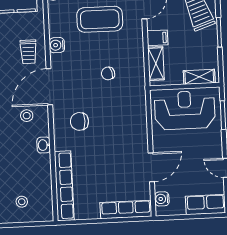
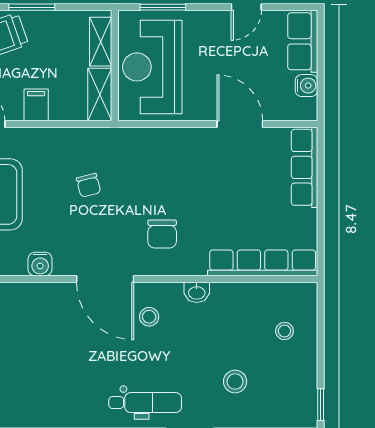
trolley: (28, 52) -> (48, 309), removed
shelving: (156, 64) -> (100, 95), moved, turned 90
water cooler: (162, 199) -> (306, 86), moved, turned -90

